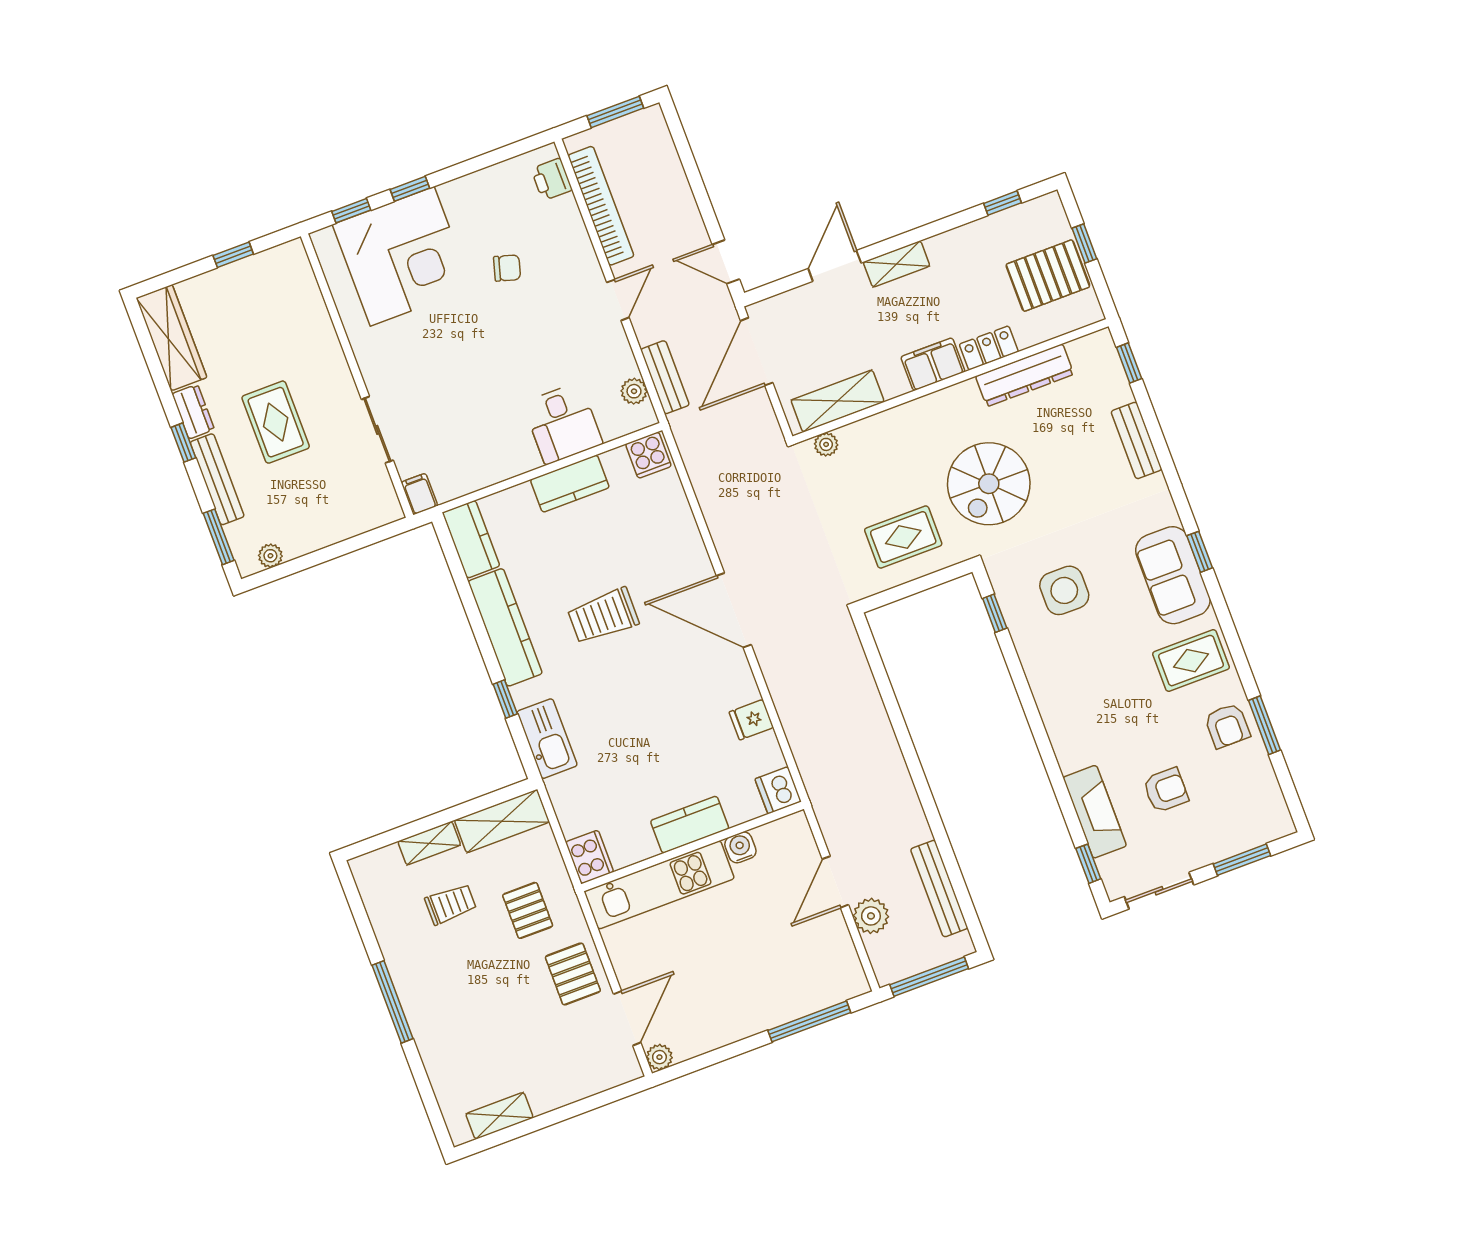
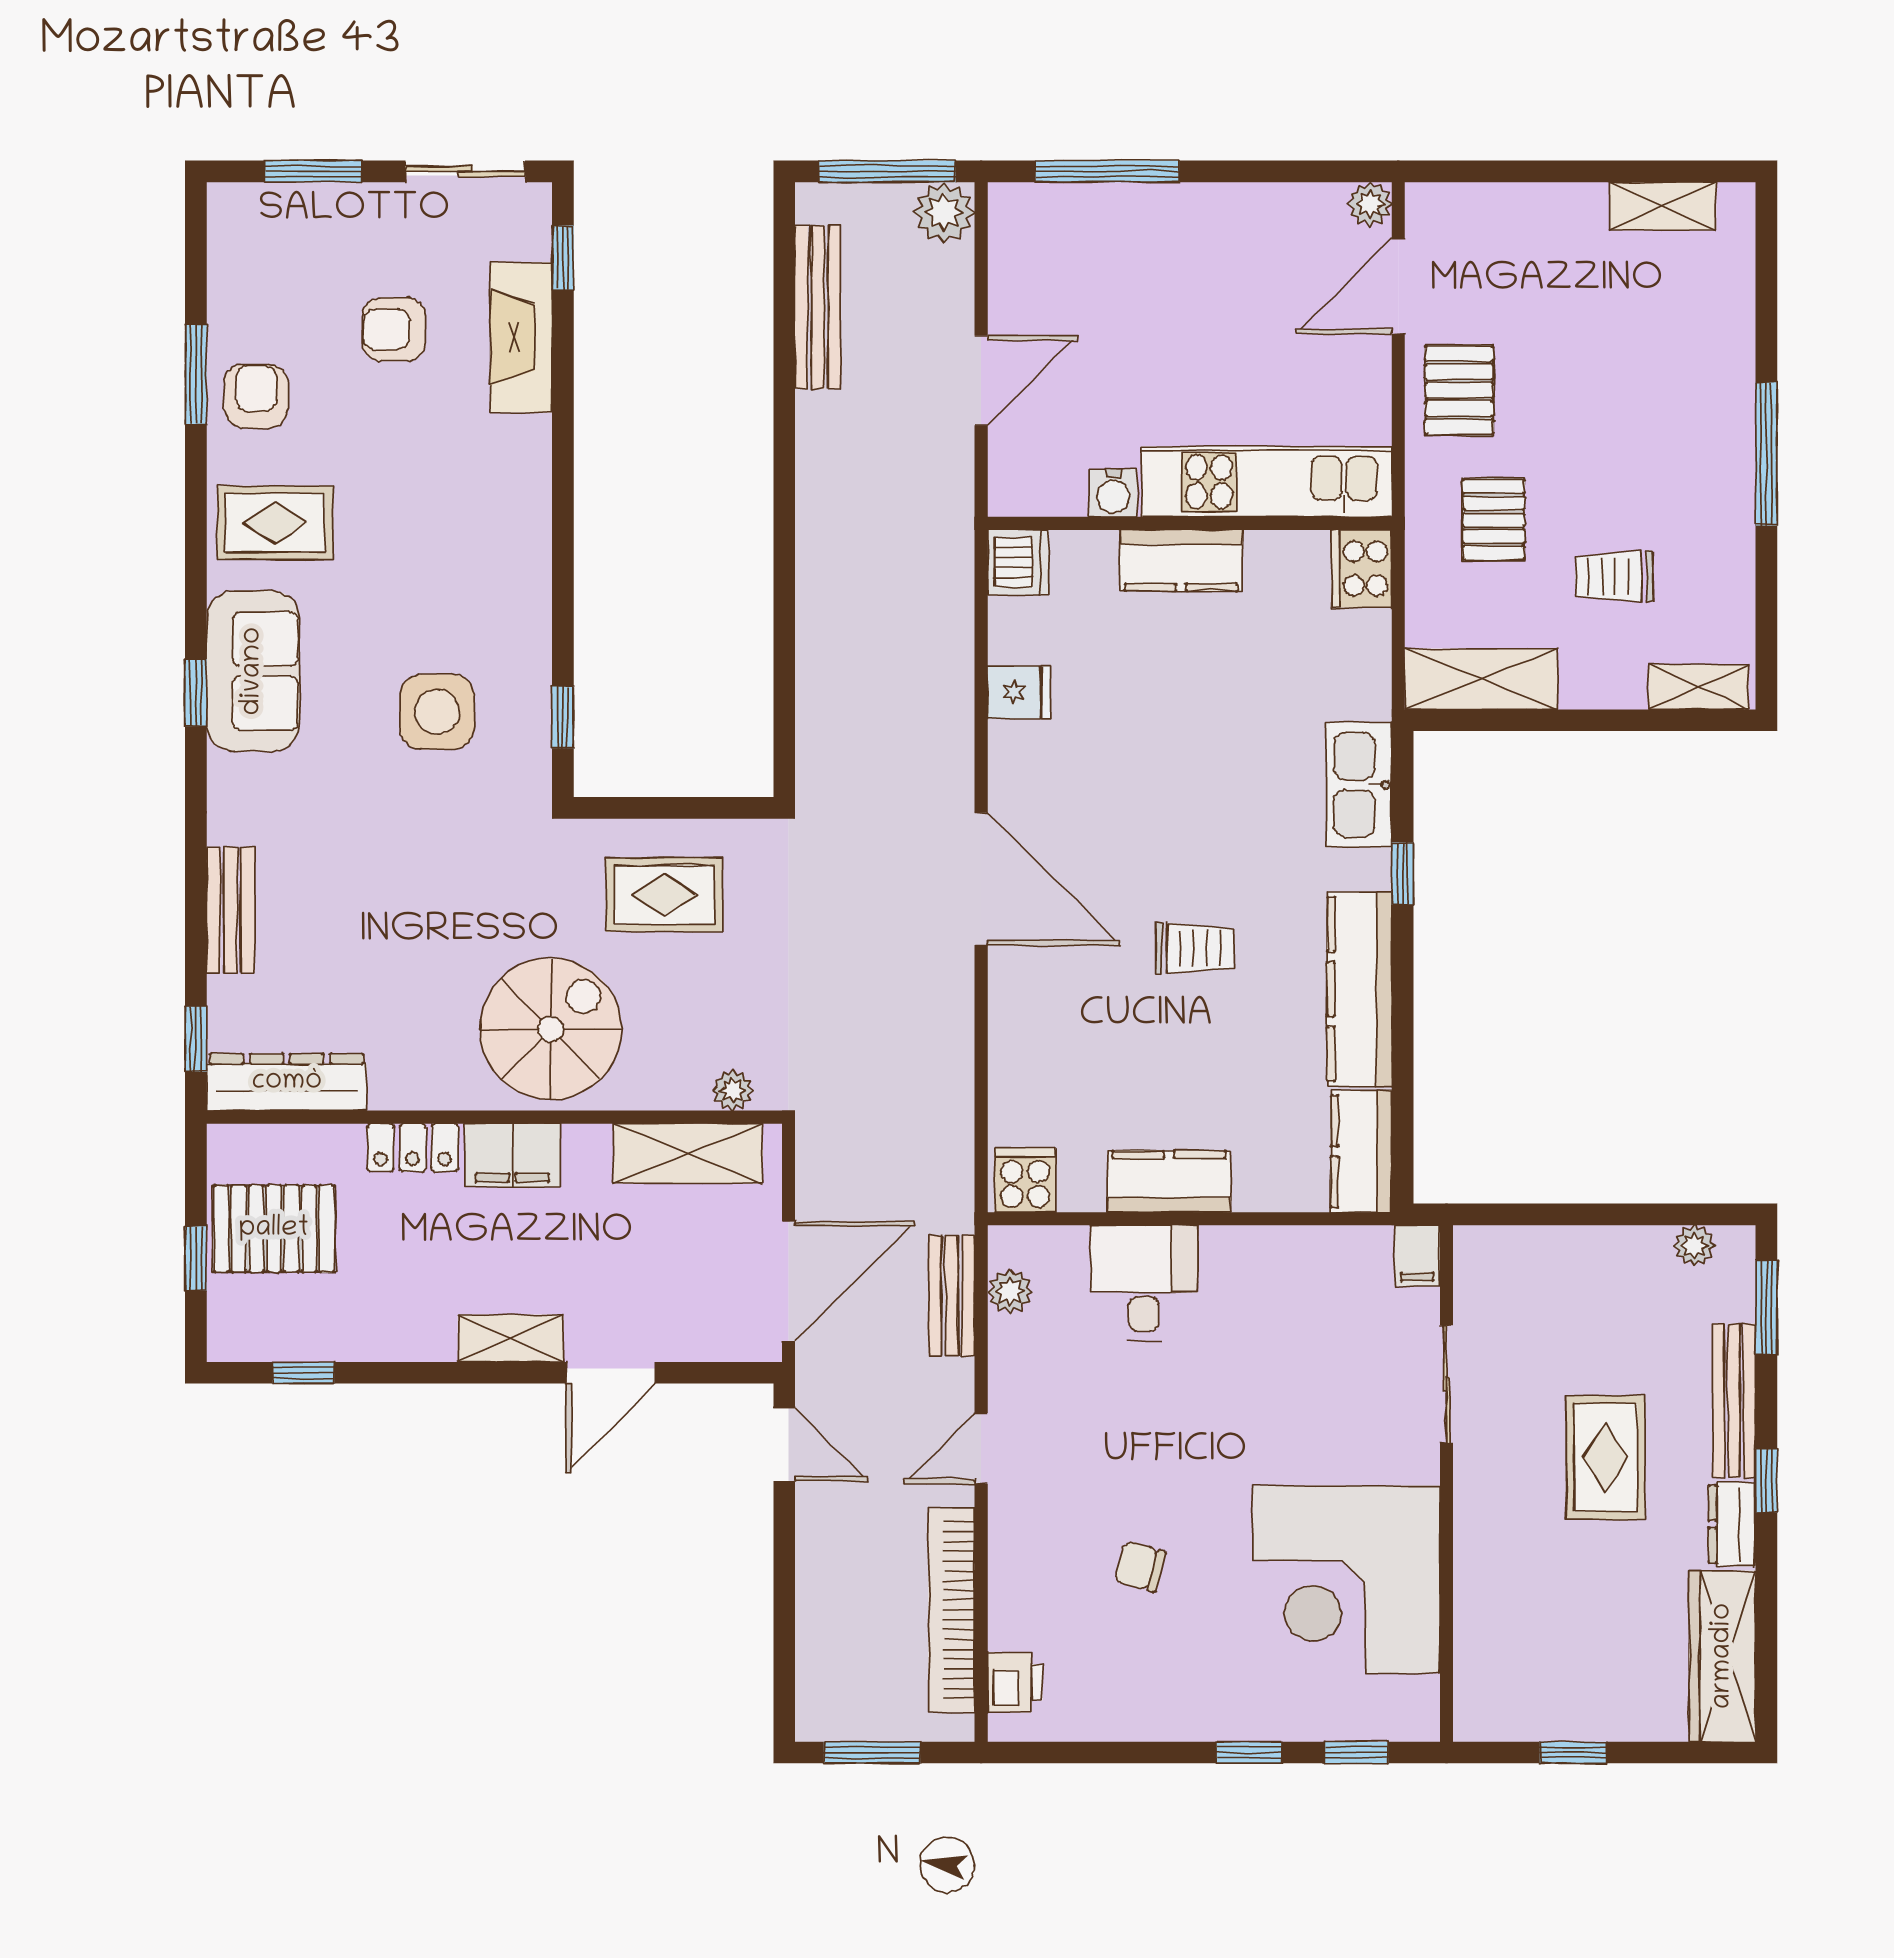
corner desk: (402, 256) -> (1346, 1579), moved, turned -90
dresser: (1025, 375) -> (287, 1082), moved
spiral stairs: (989, 484) -> (551, 1029), moved
trolley: (603, 616) -> (1195, 948), width x0.73, depth x0.72
shelving: (429, 843) -> (1699, 687), moved
plant: (871, 916) -> (944, 213), moved

